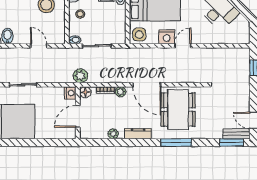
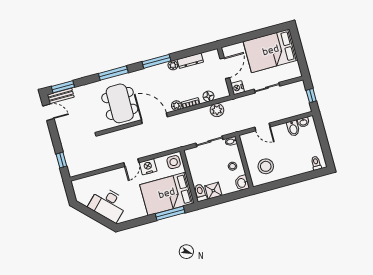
nightstand: (70, 93) -> (238, 88), moved
wall: (78, 113) -> (226, 72), moved
door: (78, 116) -> (225, 68), moved
dresser: (138, 134) -> (190, 61), moved
window: (129, 142) -> (156, 61), added

